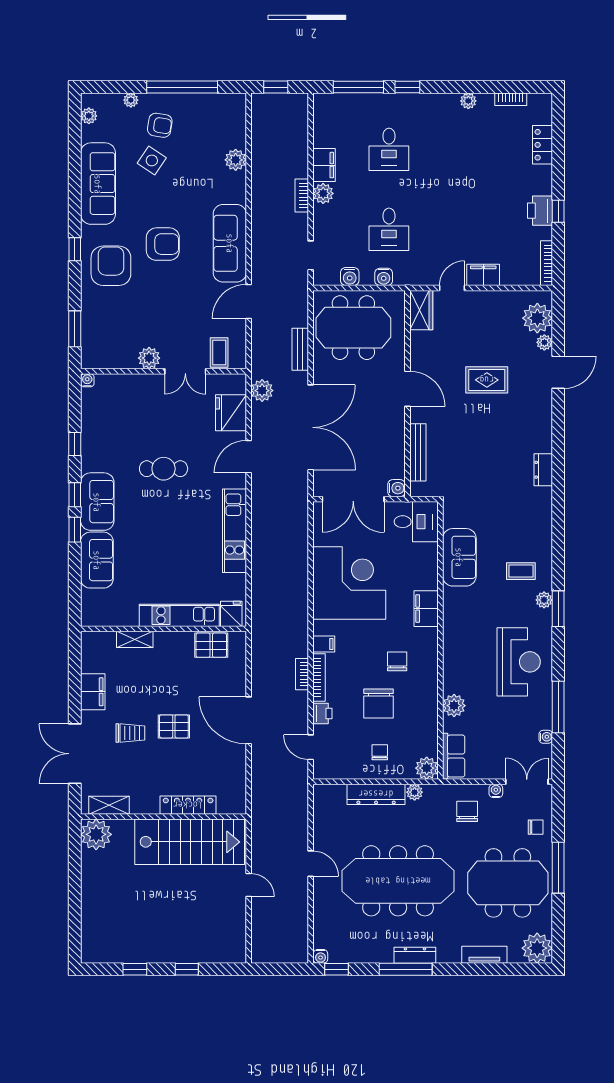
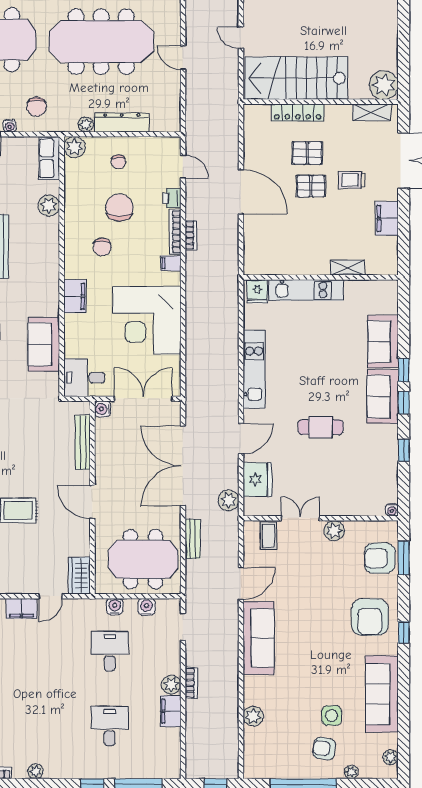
side table: (152, 160) -> (332, 716), turned -34
armchair: (163, 244) -> (380, 558), moved
pallet: (211, 645) -> (307, 153), moved

